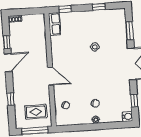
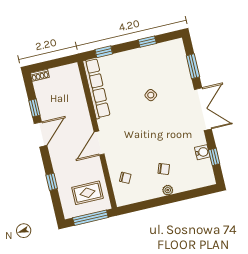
row of seats: (55, 24) -> (96, 88), width x2.02
door: (51, 76) -> (99, 143), swing flipped
water cooler: (127, 117) -> (202, 152), moved

